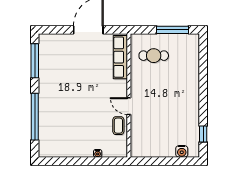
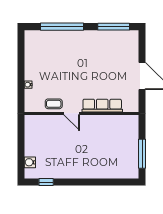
cafe table: (154, 56) -> (118, 136), removed
row of seats: (120, 57) -> (102, 106), moved
door: (129, 106) -> (72, 113), swing flipped

